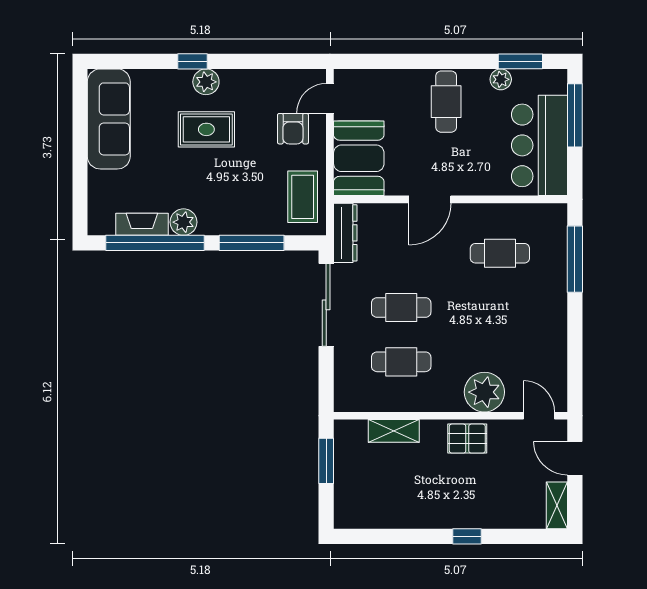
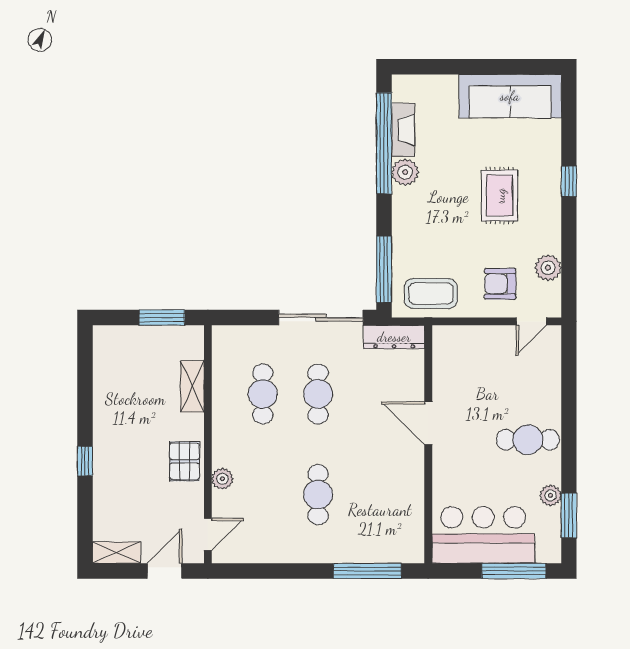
plant: (206, 82) -> (548, 268), moved
door: (330, 98) -> (531, 321), swing flipped
booth: (359, 158) -> (470, 351), removed
window: (252, 243) -> (384, 269), moved
cafe table: (500, 253) -> (318, 495), moved
plant: (484, 392) -> (222, 479), width x0.53, depth x0.53

